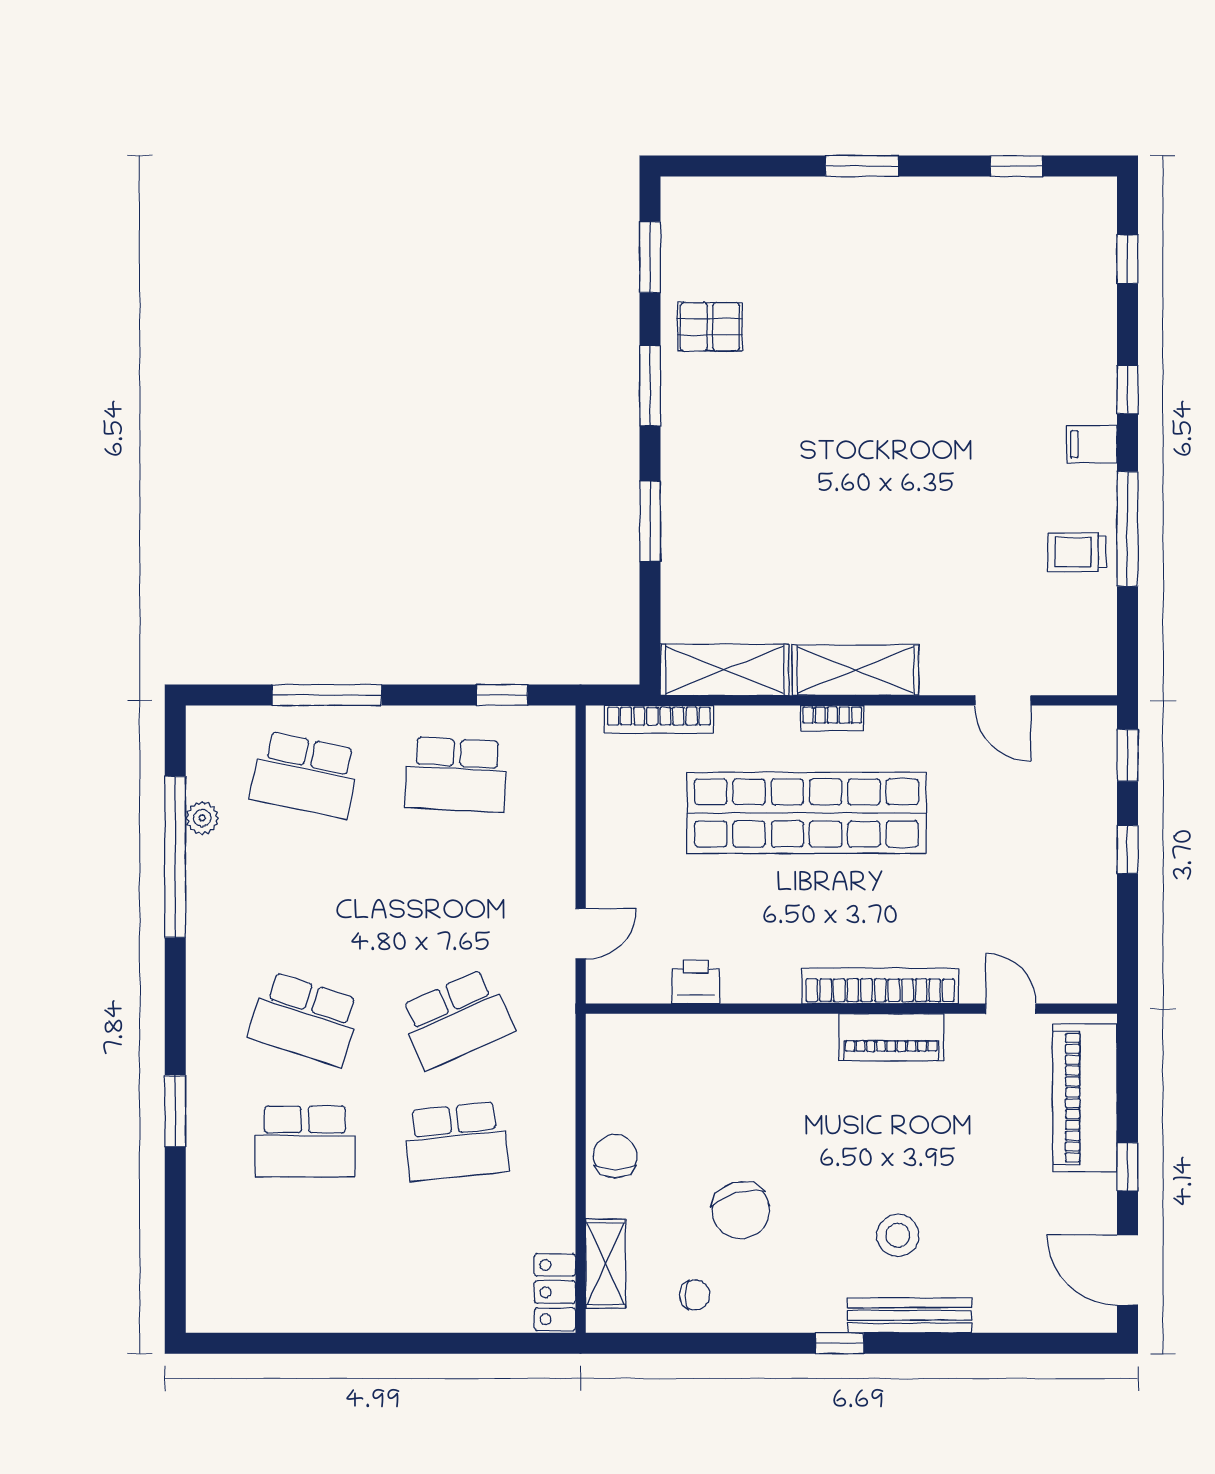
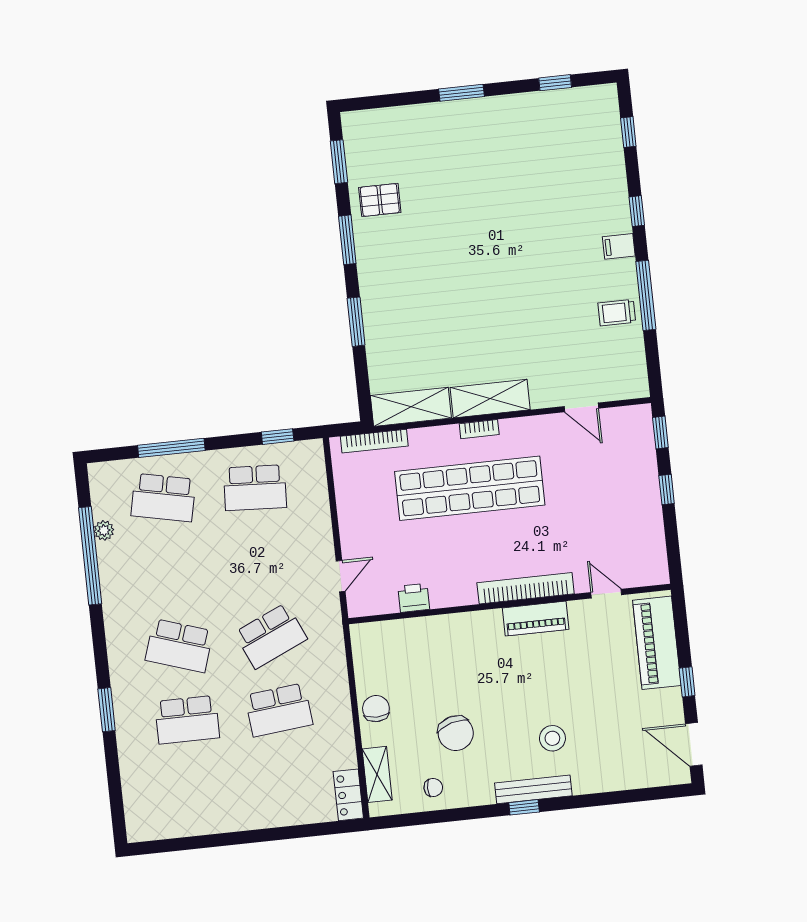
bench: (910, 1315) -> (533, 789), moved

